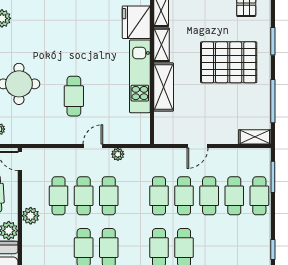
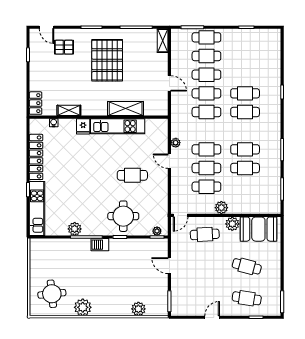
fridge: (136, 22) -> (83, 126), width x0.53, depth x0.75
shelving: (162, 45) -> (94, 110), removed

